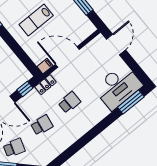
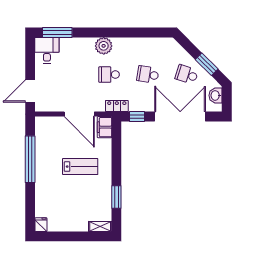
filing cabinet: (45, 66) -> (105, 127), width x2.00
desk: (118, 87) -> (47, 50), width x0.53, depth x0.77
plant: (90, 120) -> (104, 46), added

